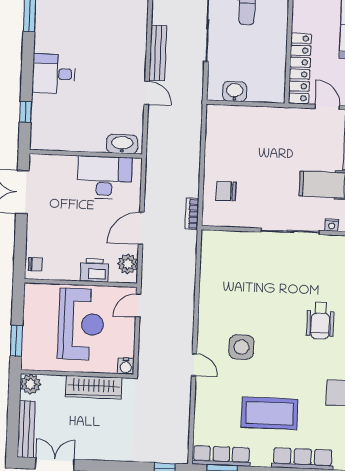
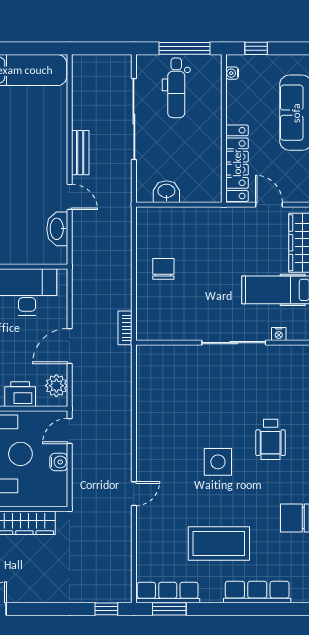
bench: (158, 53) -> (80, 153), width x0.73
washbasin: (122, 144) -> (57, 229), moved, turned -90
chair: (226, 191) -> (163, 269), moved, turned 90
side table: (241, 347) -> (218, 462), moved
door: (194, 365) -> (134, 494), hinge flipped
water cooler: (126, 366) -> (59, 462), moved, turned -90

